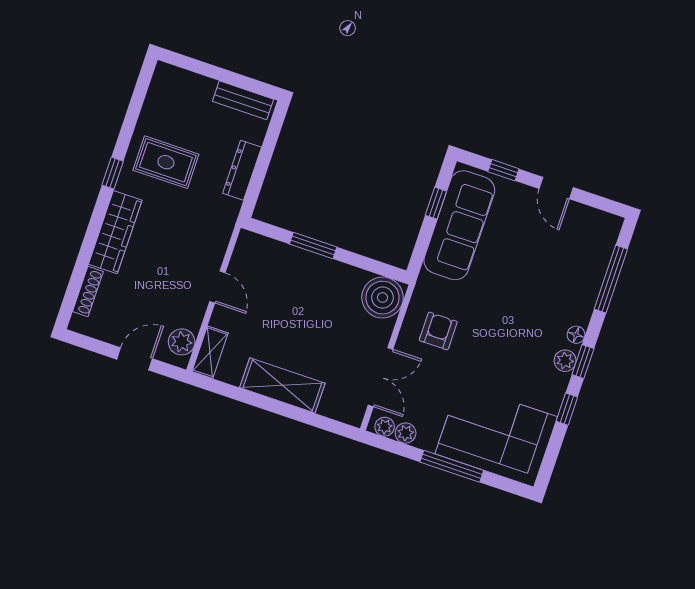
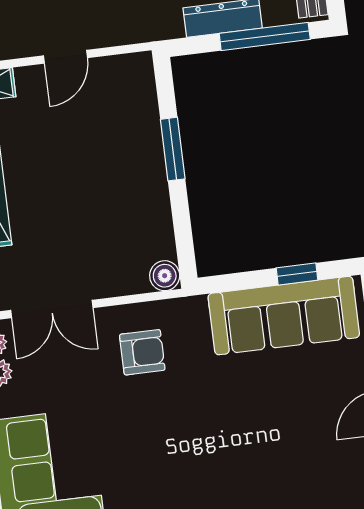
window: (268, 148) -> (265, 36), added
boiler: (382, 298) -> (165, 276), width x0.54, depth x0.54

